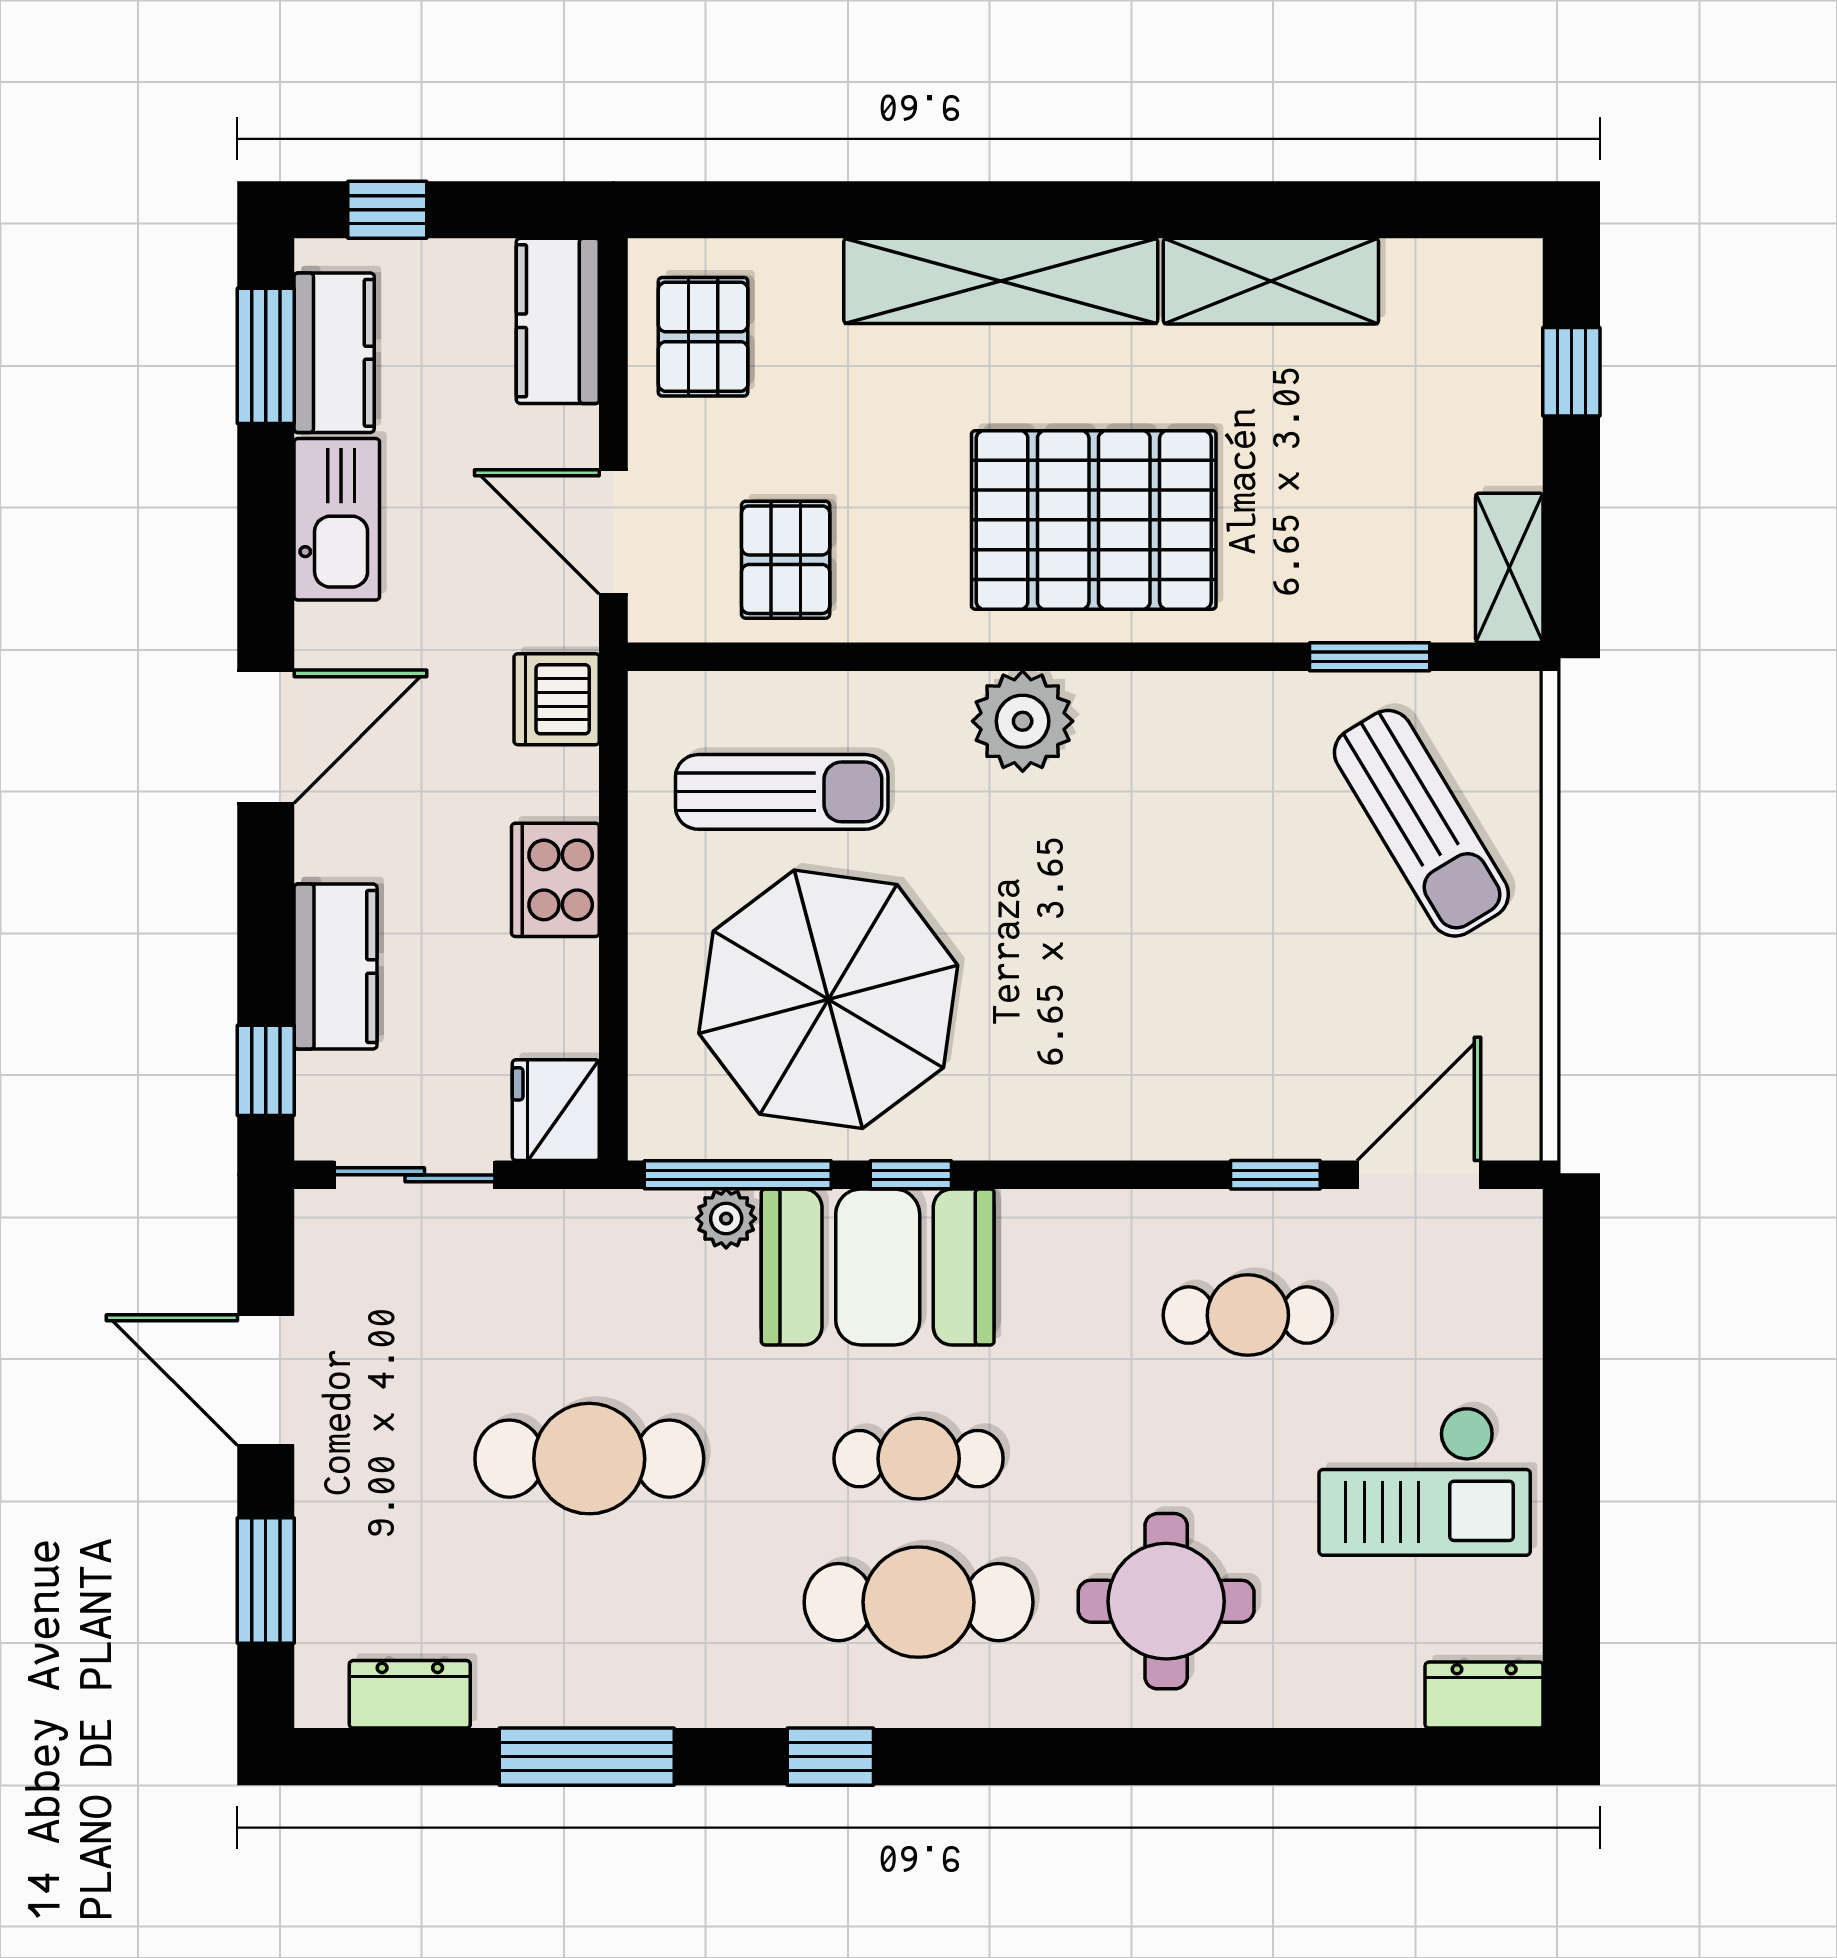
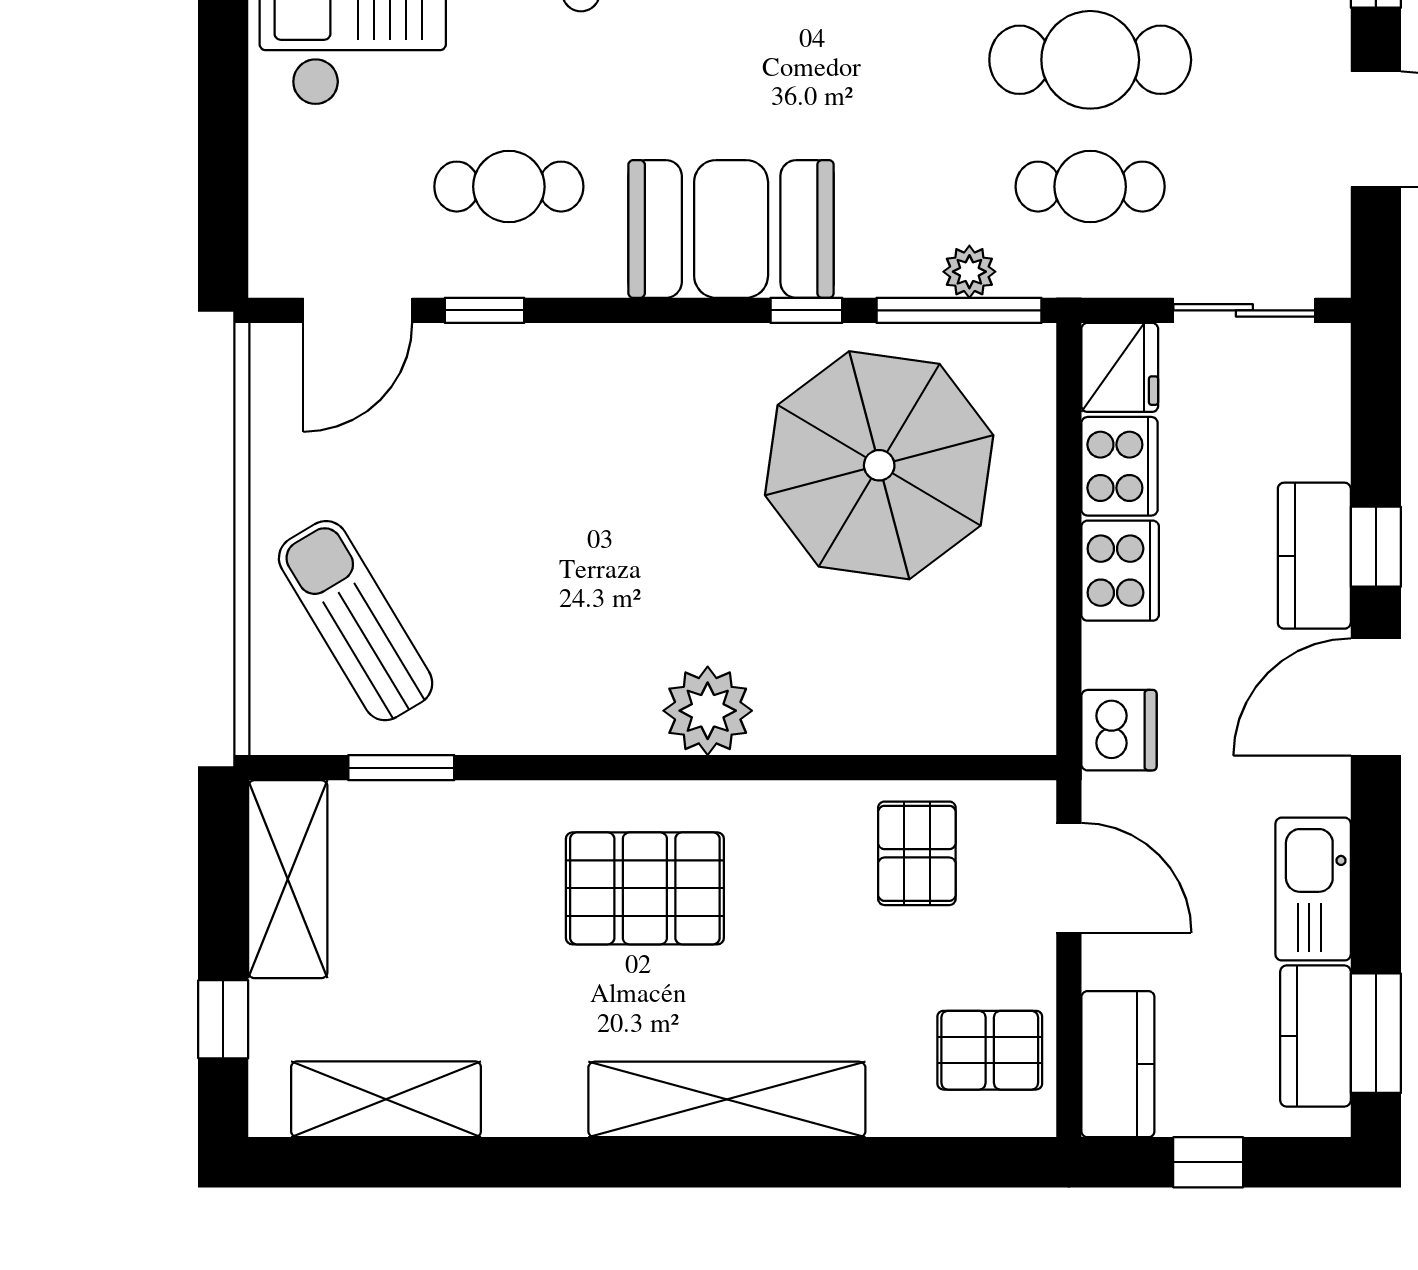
window: (387, 210) -> (1208, 1162), moved
shelving: (1271, 281) -> (386, 1099), moved
pallet: (703, 337) -> (990, 1050), turned 90
pallet: (1094, 520) -> (645, 888), width x0.73, depth x0.71
shelving: (1509, 568) -> (288, 879), width x1.50, depth x1.33
sun lounger: (782, 792) -> (920, 648), removed
kitchen counter: (335, 966) -> (1314, 556), moved
cooker: (556, 998) -> (1120, 466), added
window: (266, 1070) -> (1376, 547), moved
booth: (878, 1267) -> (731, 229), moved
cafe table: (919, 1459) -> (1090, 187), moved

